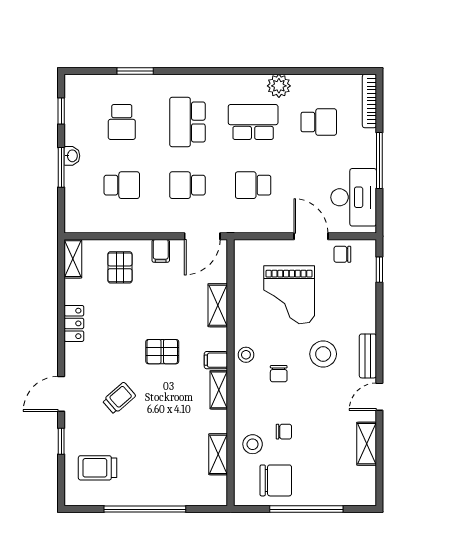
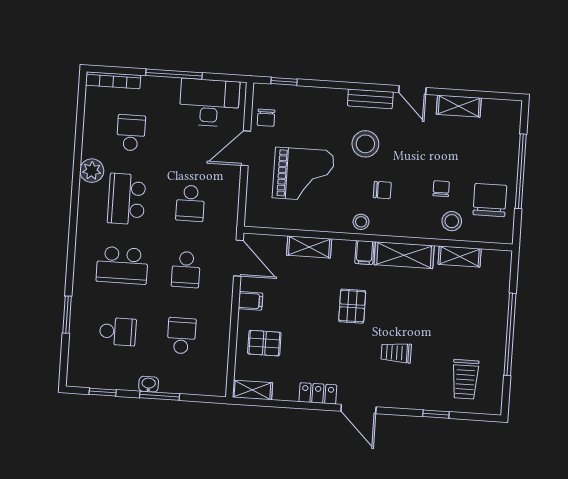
shelving: (219, 390) -> (404, 255), width x1.50, depth x1.33
door: (61, 394) -> (358, 409), moved
trolley: (119, 398) -> (396, 353), turned -49

